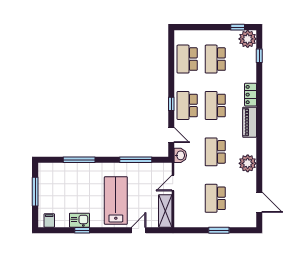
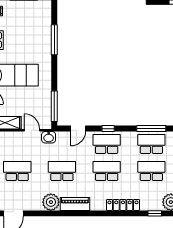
window: (171, 59) -> (151, 129), added
locker: (251, 95) -> (123, 205), width x1.53
piano: (250, 122) -> (75, 204), moved
washbasin: (180, 155) -> (49, 137), moved
window: (136, 160) -> (54, 106), moved

